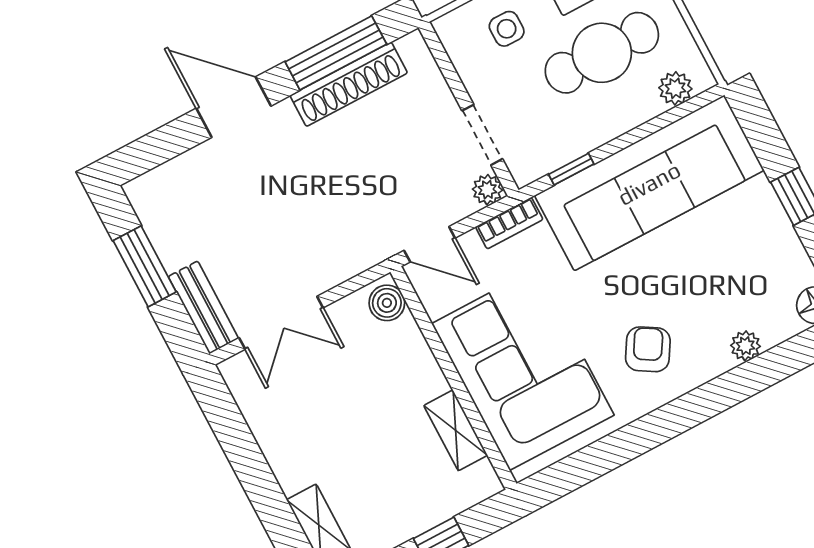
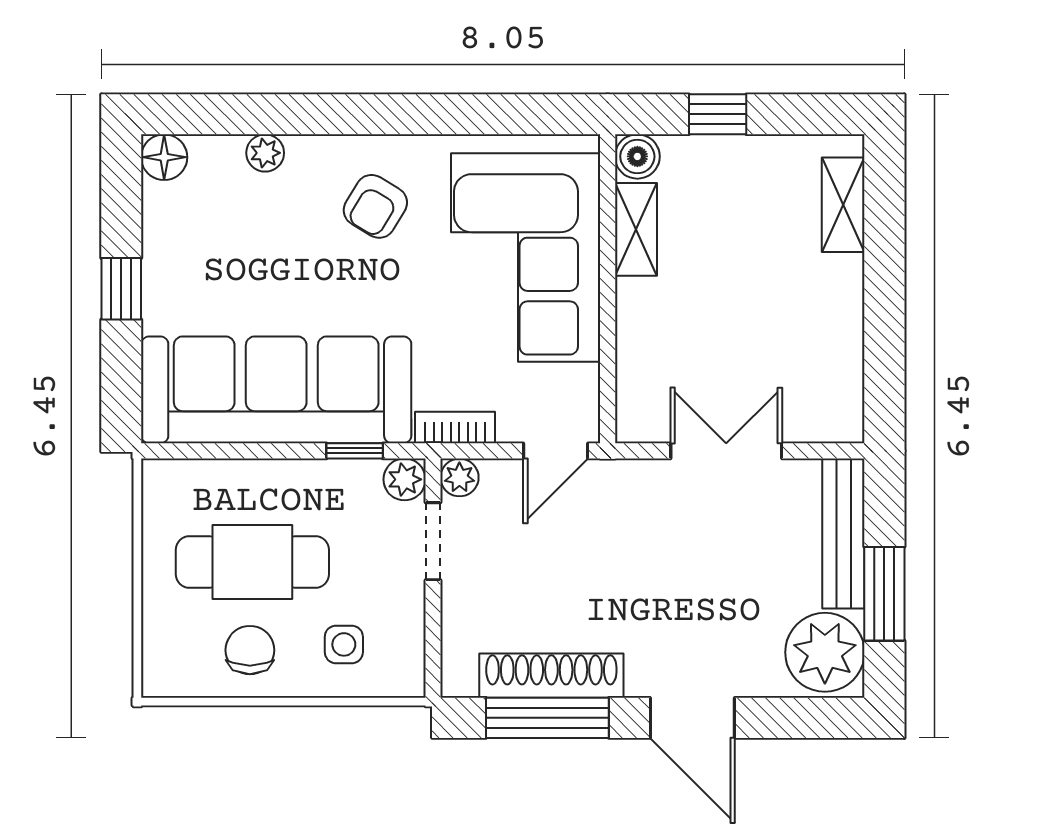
plant: (675, 88) -> (405, 479), moved
plant: (165, 203) -> (825, 652), added
door: (430, 244) -> (556, 451), swing flipped
boiler: (387, 303) -> (637, 156), moved
bench: (203, 307) -> (843, 534), width x1.36
double door: (281, 323) -> (726, 451), moved

